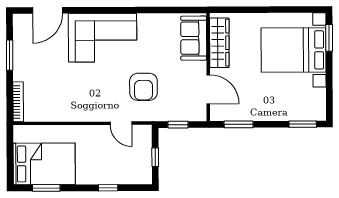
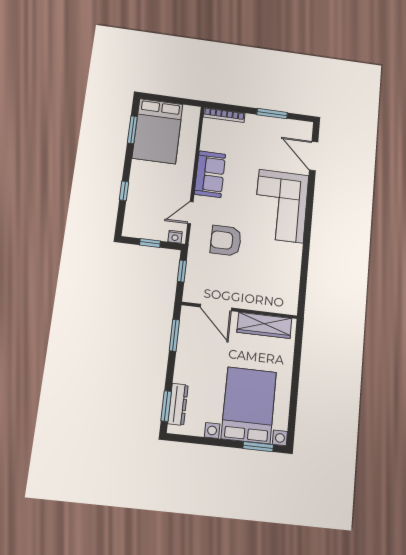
sofa: (194, 38) -> (210, 174), moved, turned 90
door: (208, 89) -> (216, 308), hinge flipped
dresser: (300, 114) -> (178, 404), added
nightstand: (146, 135) -> (175, 237), added

